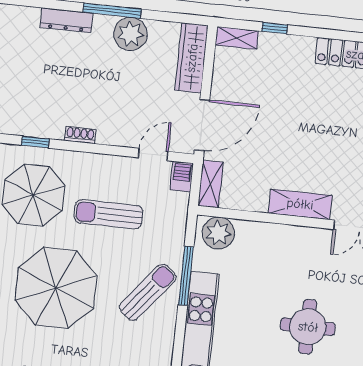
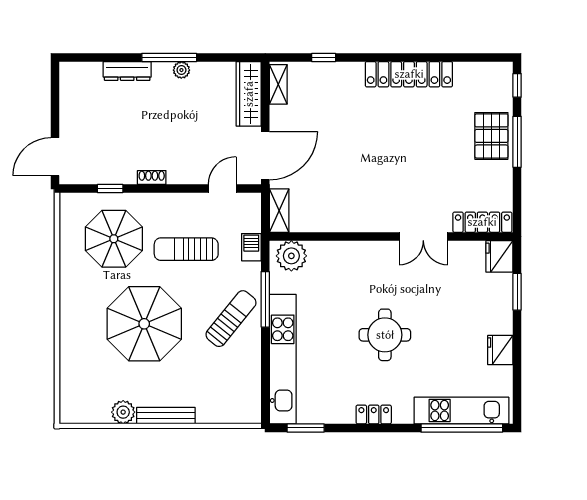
plant: (131, 34) -> (181, 70), width x0.53, depth x0.53
shelving: (237, 38) -> (278, 84), moved, turned 90
barbecue: (182, 177) -> (251, 247), moved
shelving: (300, 204) -> (365, 221), removed

